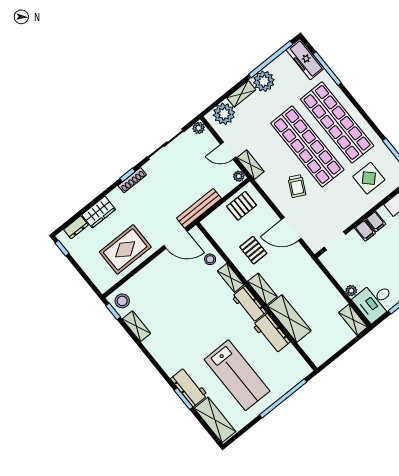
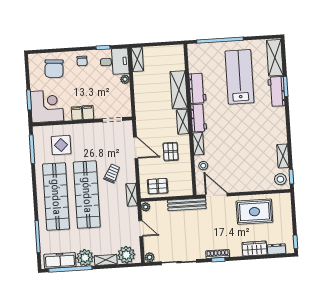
freezer: (305, 59) -> (60, 261), moved, turned -90
shelving: (251, 165) -> (132, 195), moved

